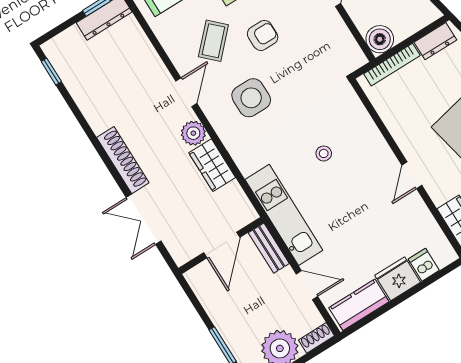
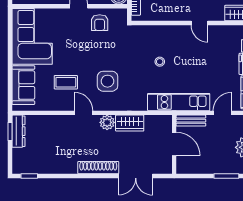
armchair: (263, 35) -> (100, 23), moved, turned 180
coffee table: (213, 41) -> (66, 82), turned -44

